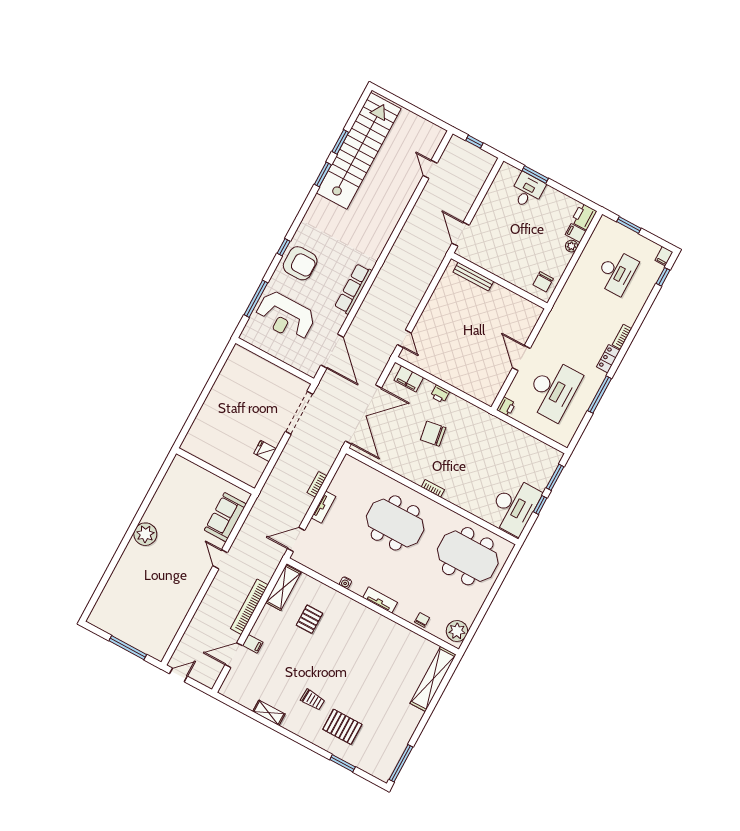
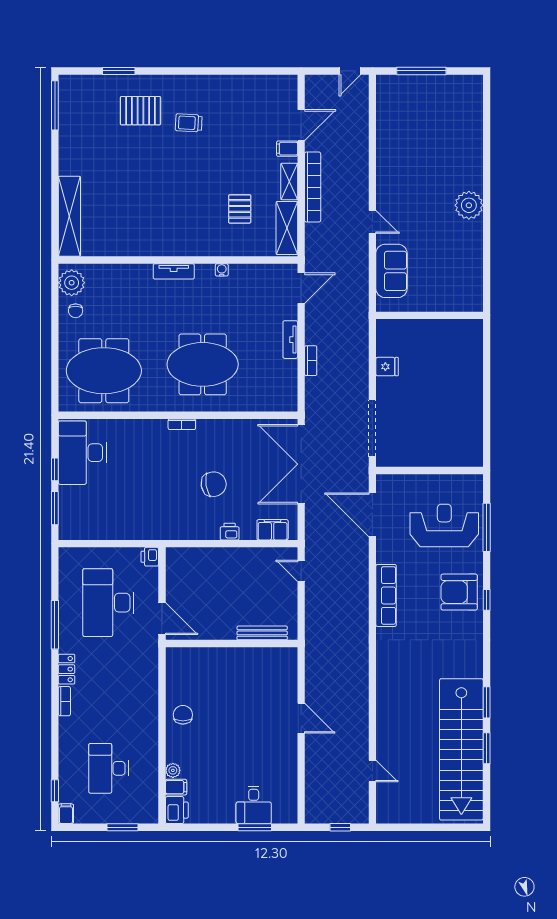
bench: (473, 277) -> (262, 633), moved
wall: (499, 281) -> (232, 644), moved
chair: (422, 620) -> (76, 311), moved
shelving: (269, 713) -> (289, 181), moved, turned 90

